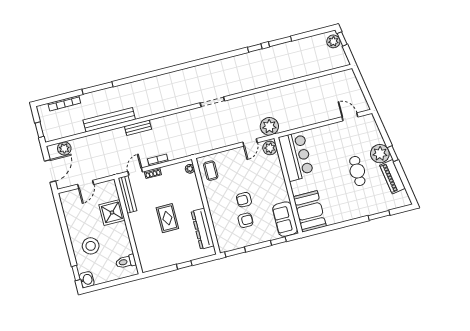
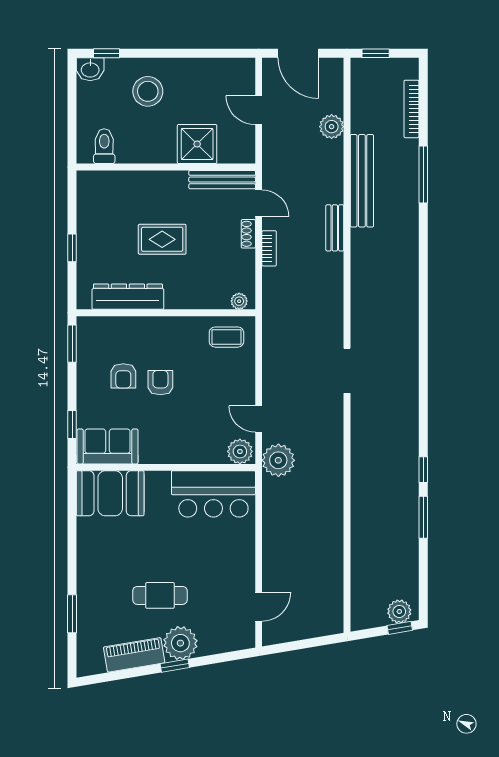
plant: (64, 148) -> (332, 127), moved

